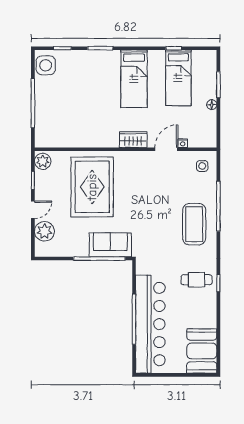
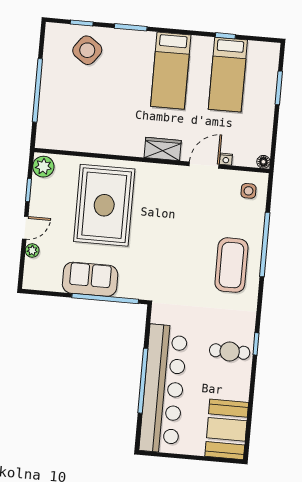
side table: (46, 65) -> (87, 50), moved, turned 36
floor lamp: (212, 105) -> (263, 162), moved
plant: (44, 231) -> (32, 251), width x0.53, depth x0.53
sofa: (110, 245) -> (90, 279), moved
cafe table: (196, 280) -> (230, 352), moved

